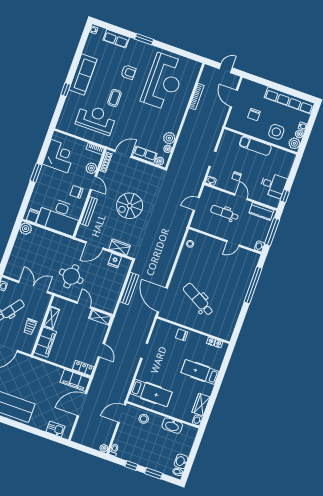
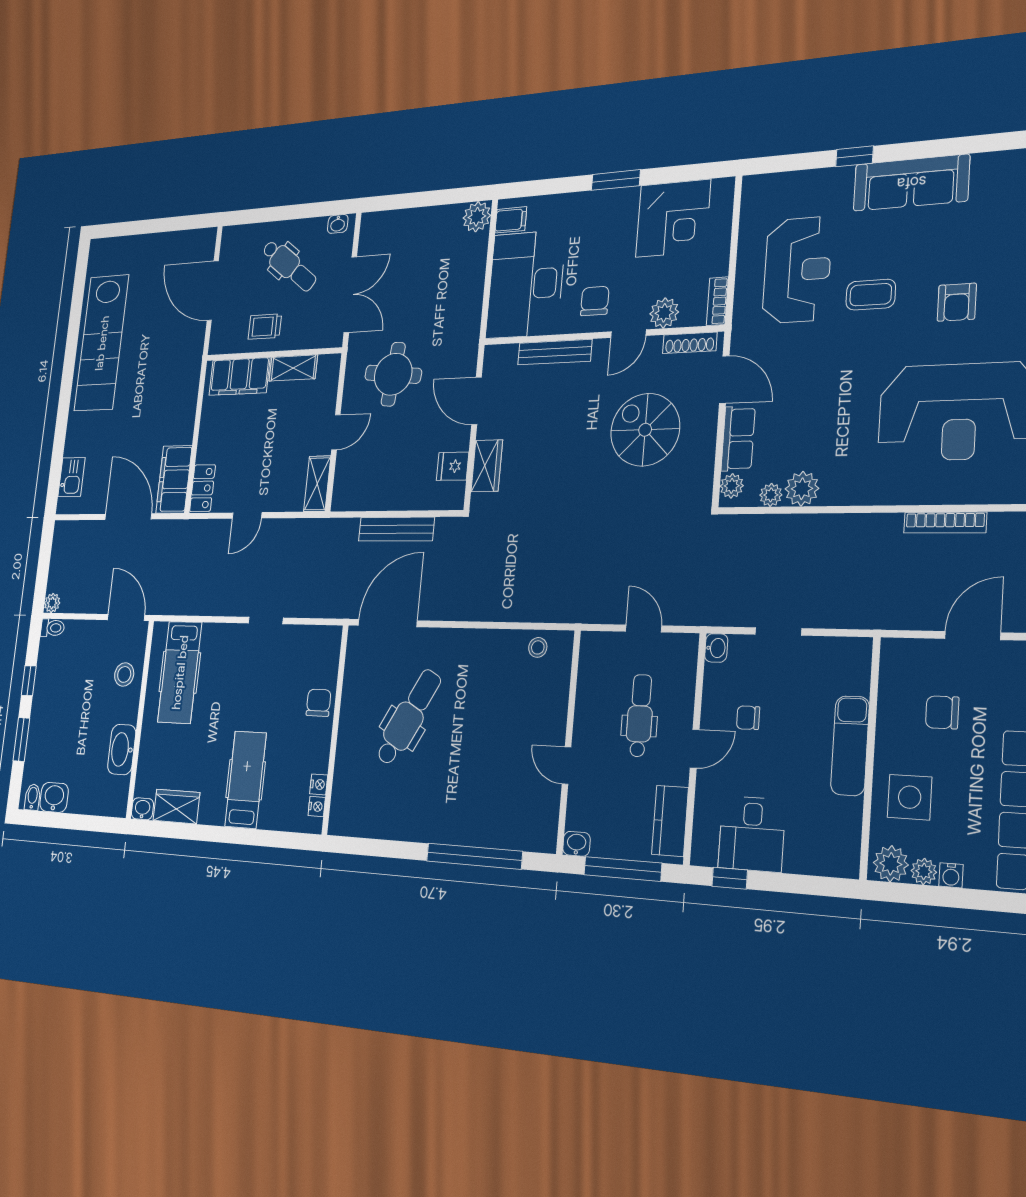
spiral stairs: (130, 206) -> (645, 430), moved

